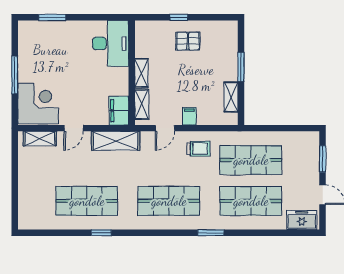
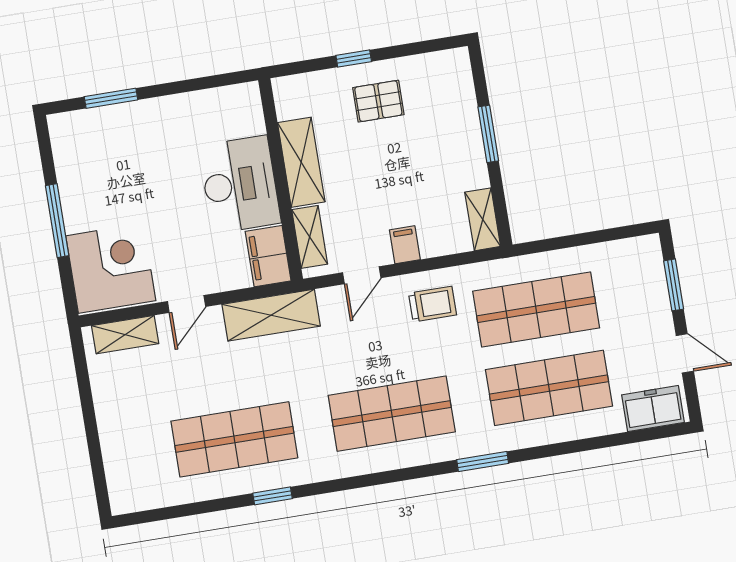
desk: (111, 43) -> (240, 184), moved
shelving: (141, 73) -> (301, 162), width x1.50, depth x1.33
shelving: (231, 97) -> (483, 219), moved

